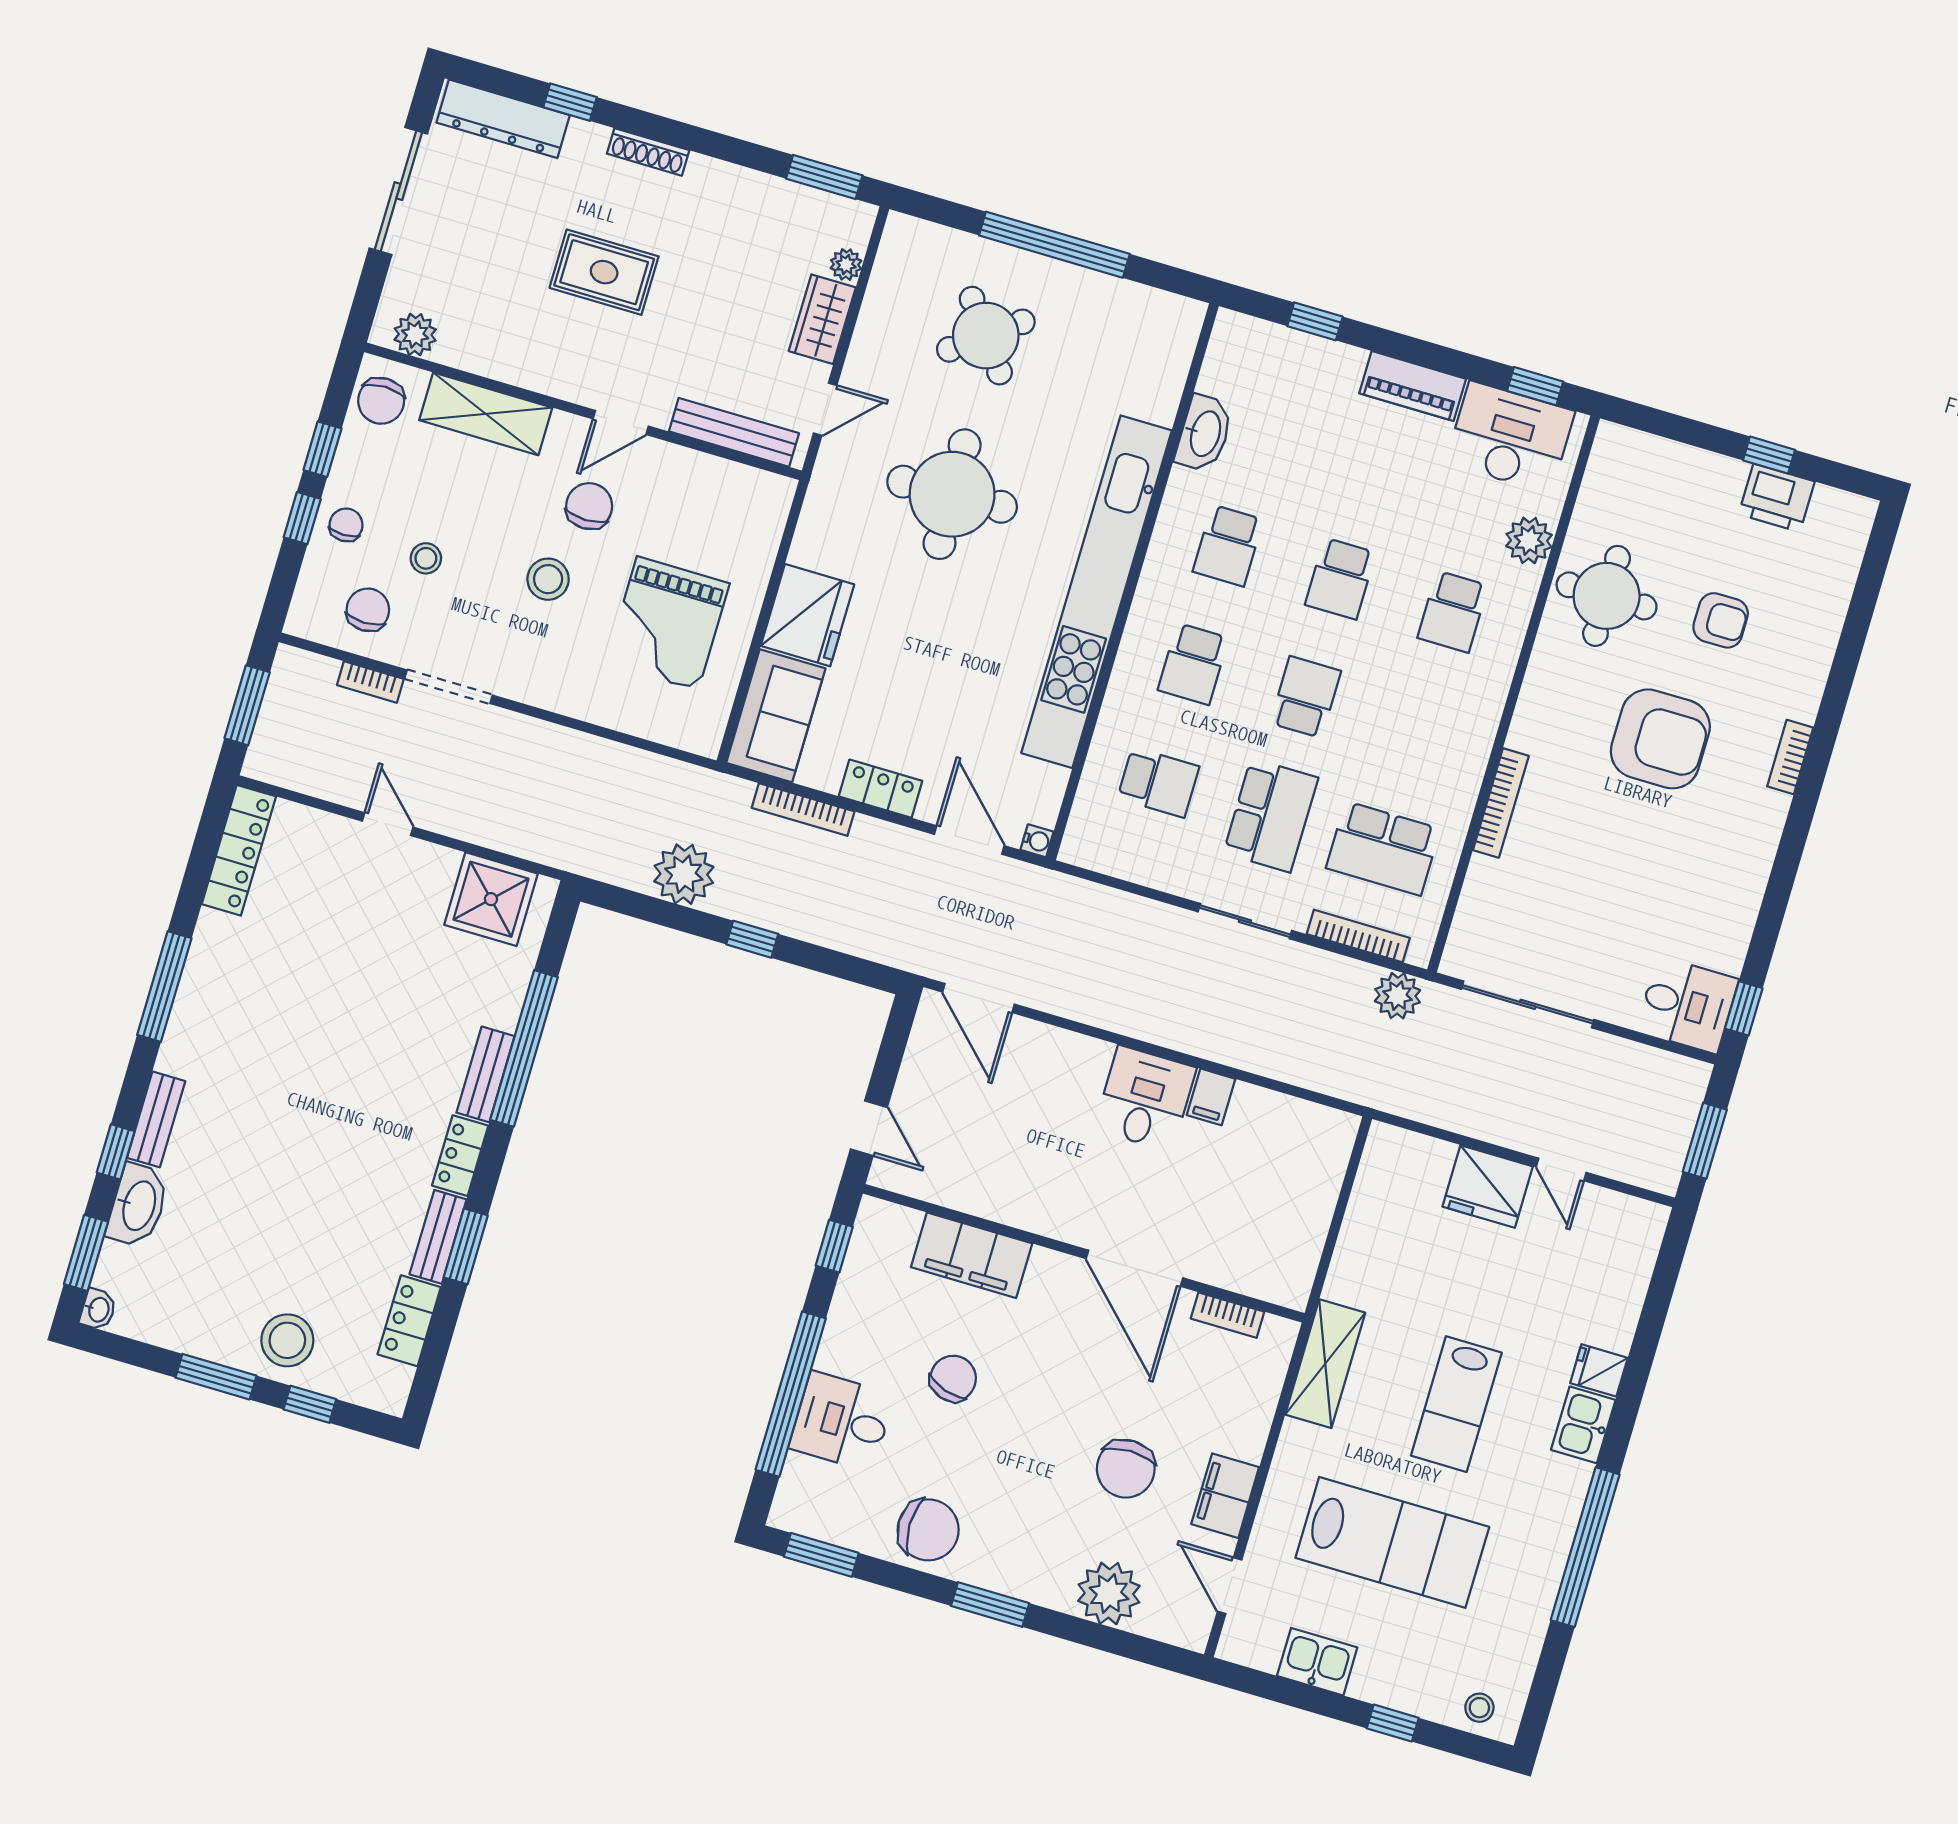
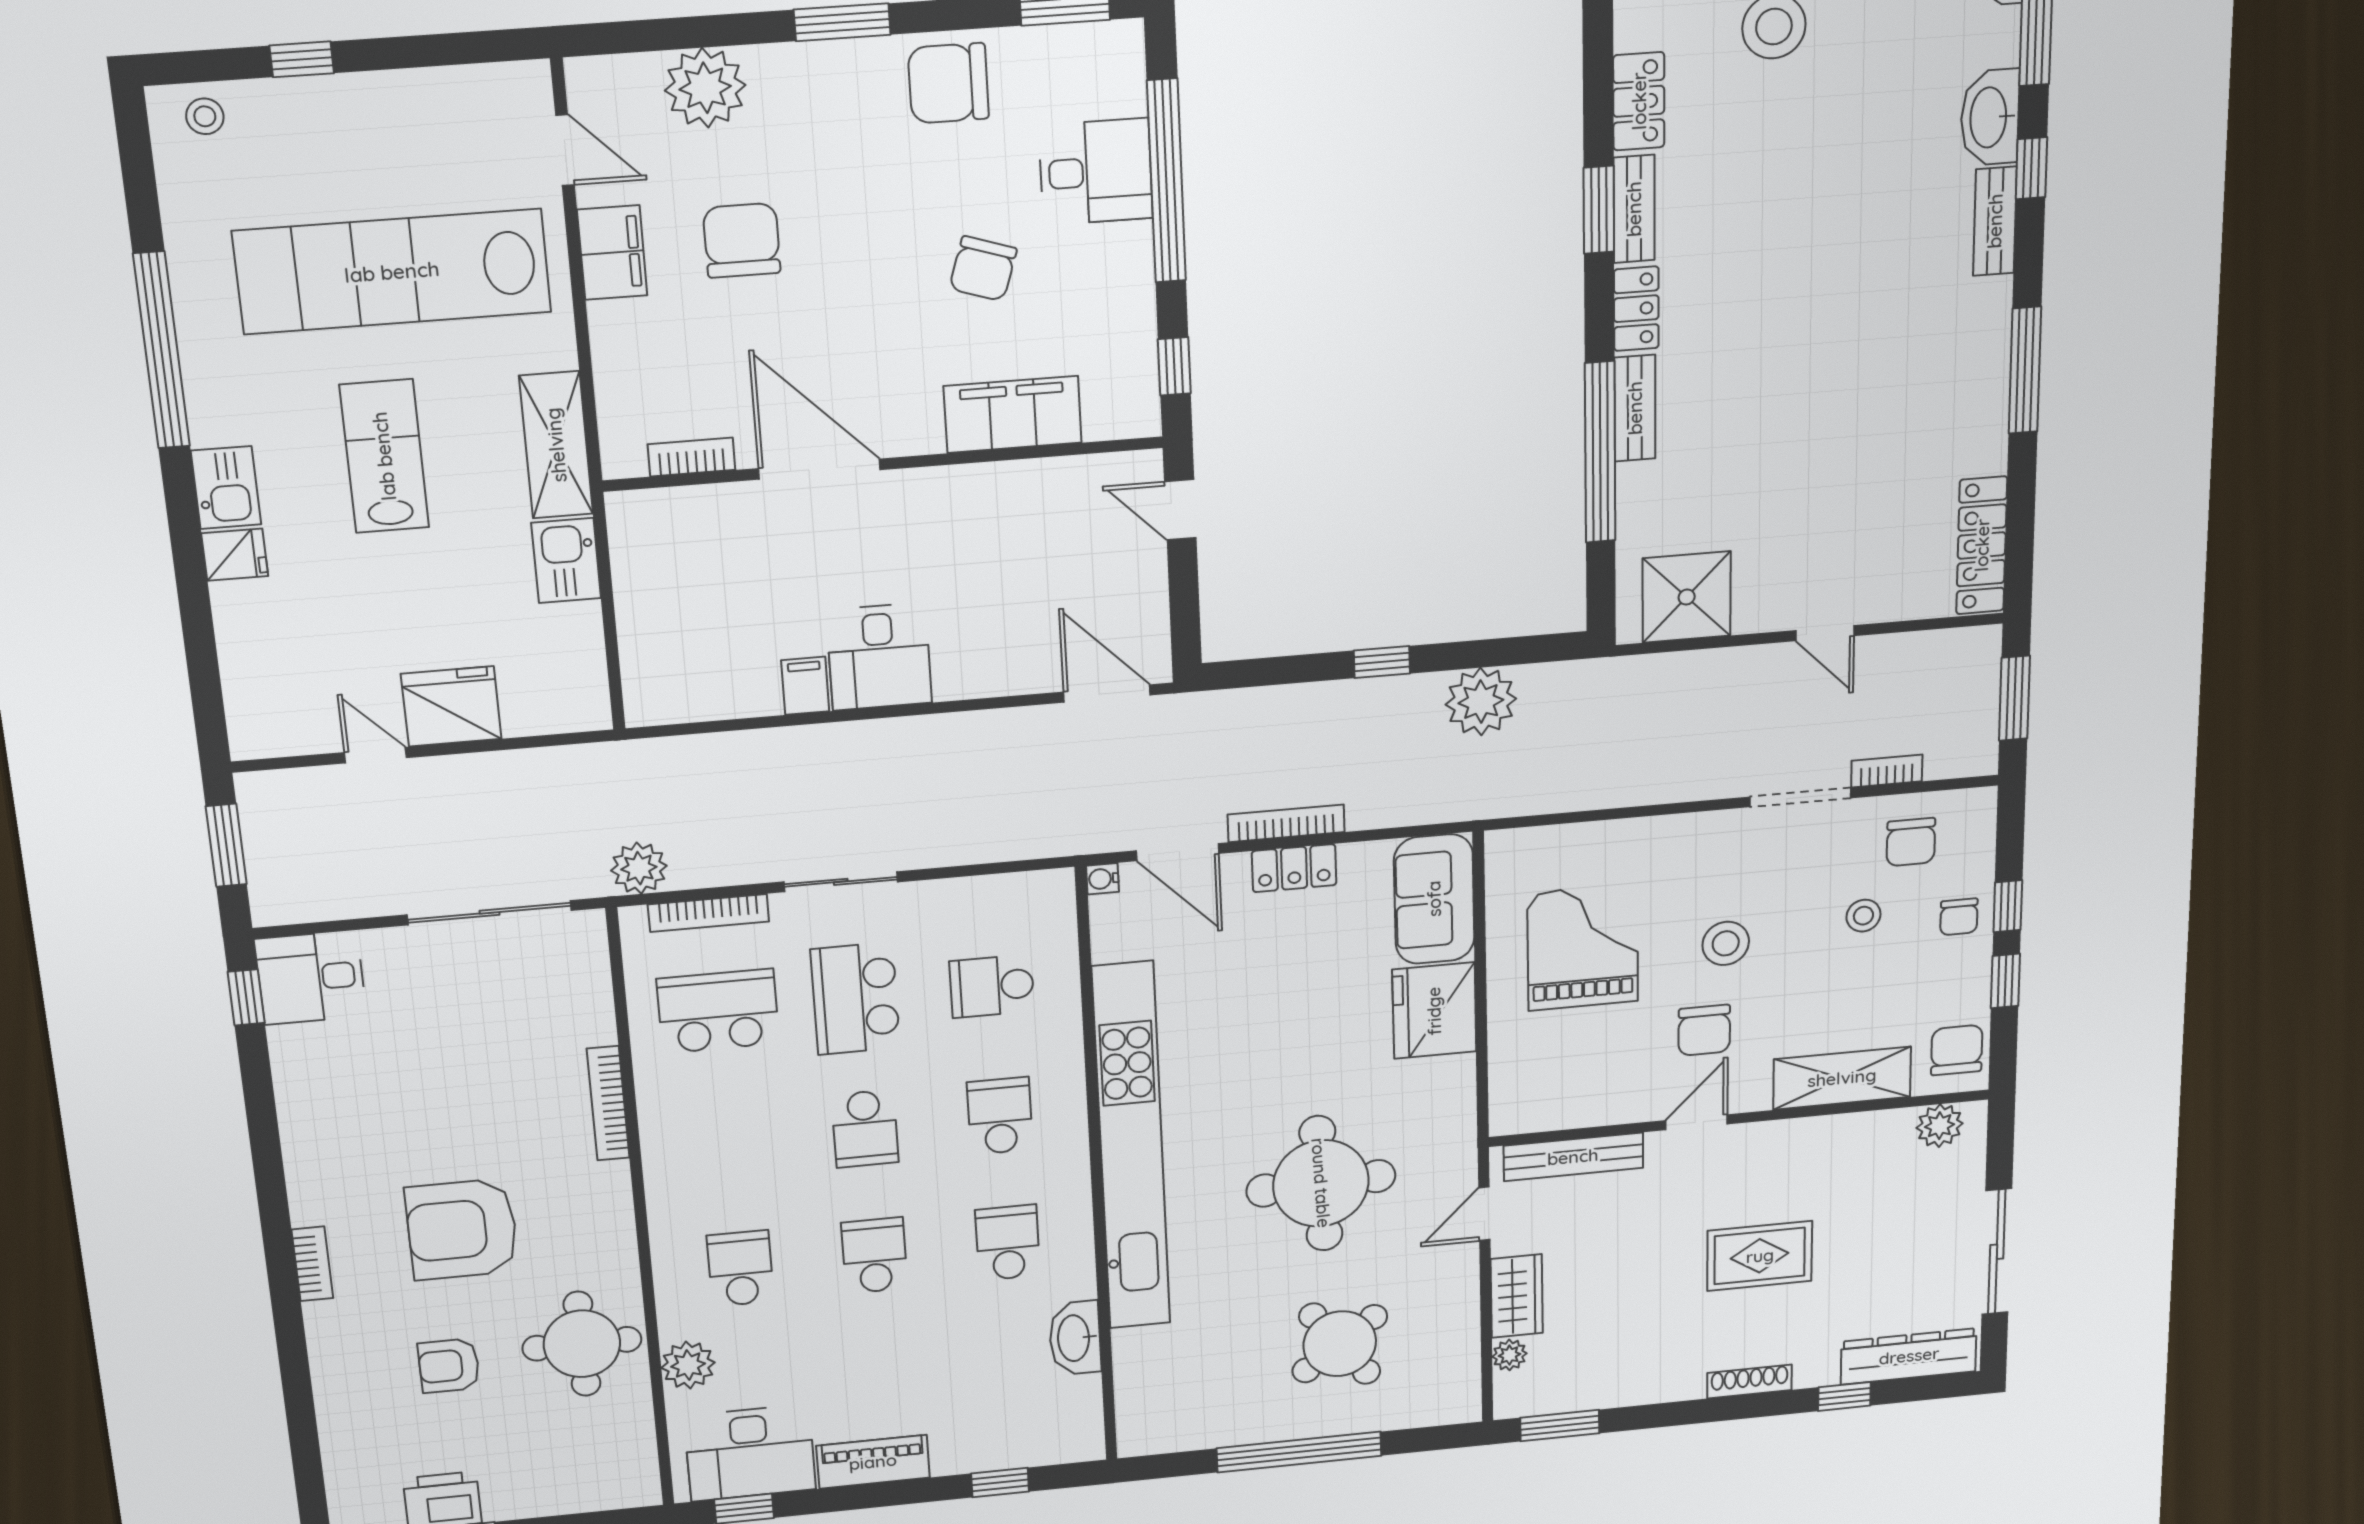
bookcase: (803, 810) -> (1286, 823), moved
lab bench: (1392, 1542) -> (392, 272), width x1.36
kitchen sink: (1317, 1662) -> (566, 560), moved, turned 90

